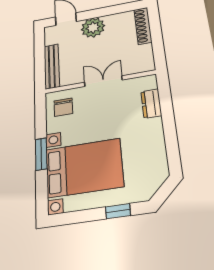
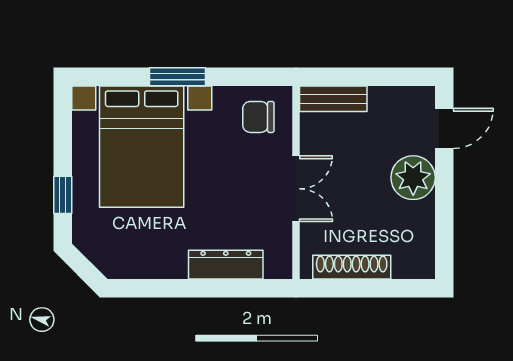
shoe rack: (143, 26) -> (352, 267), moved
bench: (52, 66) -> (333, 99), width x0.73
dresser: (151, 104) -> (226, 265), width x1.44

